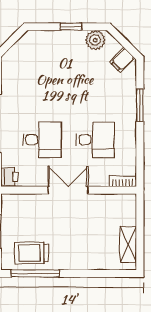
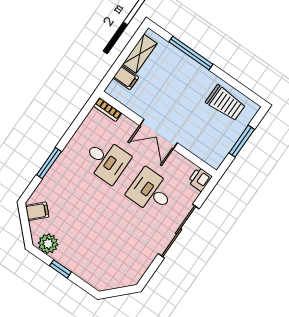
desk: (95, 140) -> (106, 160), turned 180
filing cabinet: (126, 217) -> (126, 78), added
window: (35, 274) -> (191, 53), moved

